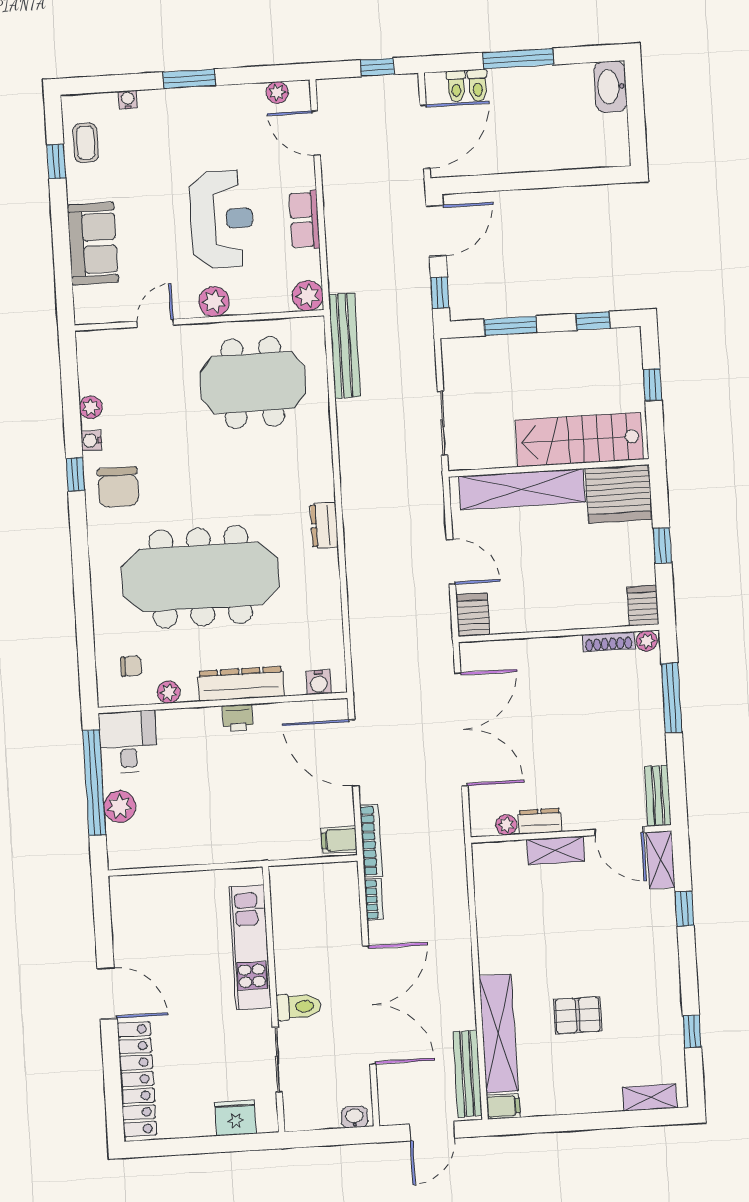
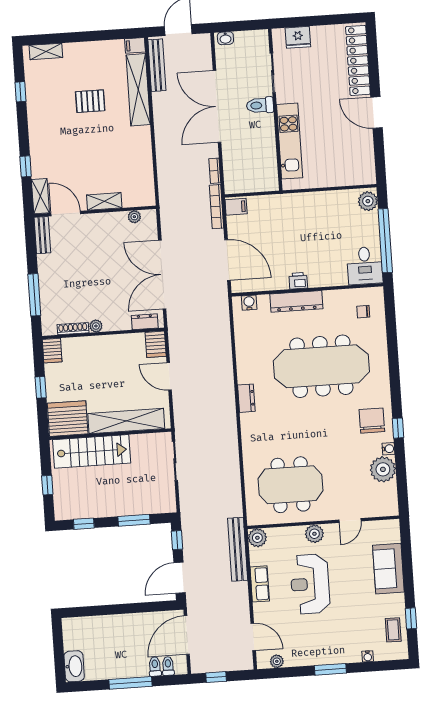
bench: (345, 346) -> (238, 549), moved
plant: (91, 407) -> (383, 469), width x1.88, depth x1.88
plant: (647, 641) -> (96, 326), moved
plant: (169, 692) -> (340, 296), removed
plant: (120, 806) -> (368, 201), moved
dresser: (540, 821) -> (145, 322), moved, turned 180

